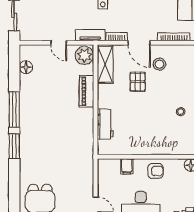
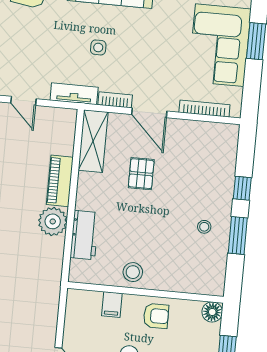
plant: (84, 55) -> (53, 221), moved
stool: (159, 64) -> (133, 272), moved

